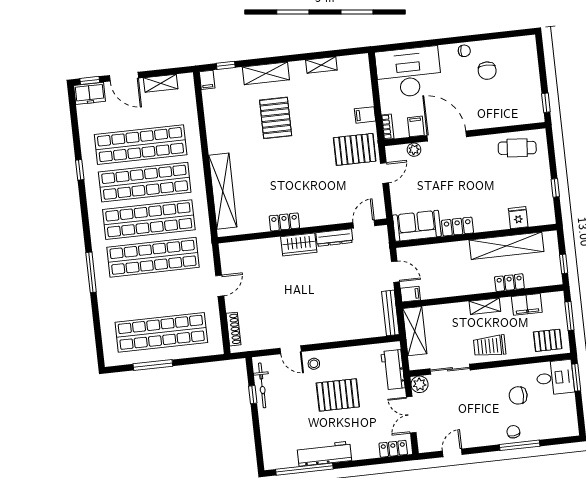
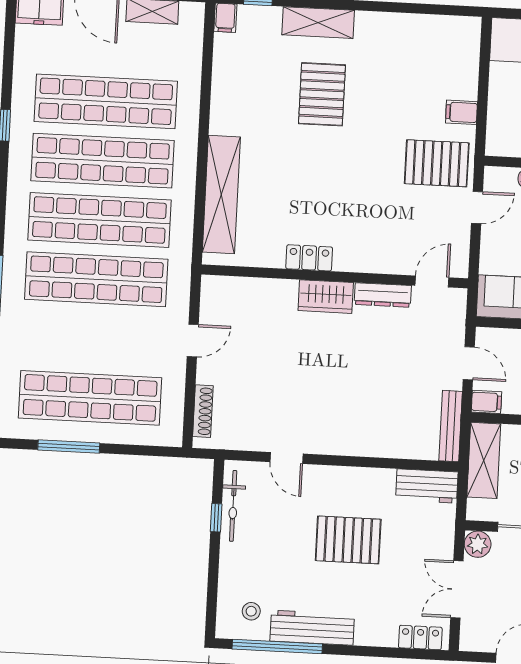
shelving: (321, 65) -> (407, 24), removed
bookcase: (388, 127) -> (494, 137), removed
stool: (314, 364) -> (251, 611), moved
workbench: (393, 370) -> (427, 486), moved, turned -90

